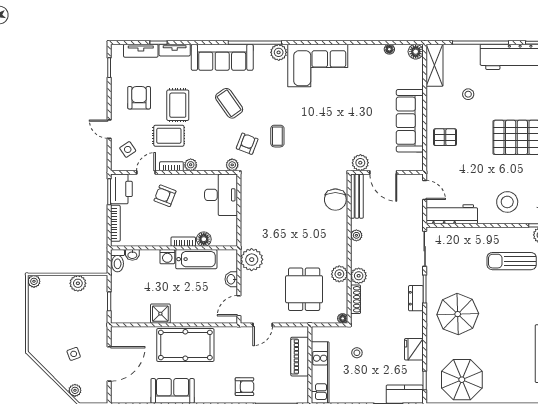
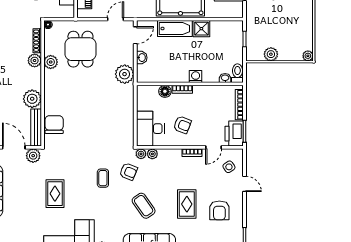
rug: (169, 136) -> (55, 194), moved, turned 90
armchair: (247, 144) -> (128, 172), turned -89
plant: (191, 165) -> (152, 154), moved
armchair: (165, 196) -> (182, 125), moved
plant: (356, 235) -> (32, 99), width x1.87, depth x1.87
bathtub: (196, 259) -> (175, 29), moved, turned 180

